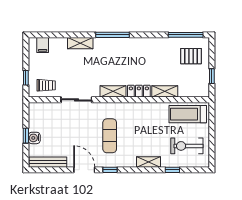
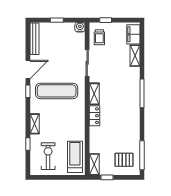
shelving: (80, 43) -> (135, 56), moved
filing cabinet: (43, 45) -> (133, 34), width x2.00
pallet: (191, 56) -> (124, 160), turned 90
shelving: (165, 91) -> (94, 164), moved
exercise mat: (110, 136) -> (57, 91), width x1.36, depth x1.45
water cooler: (34, 138) -> (80, 27), moved

